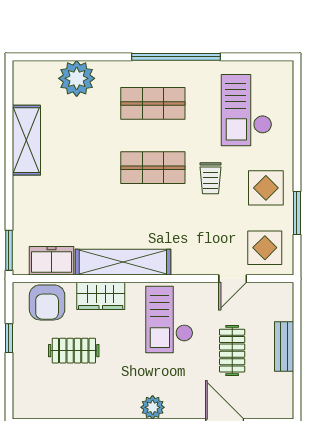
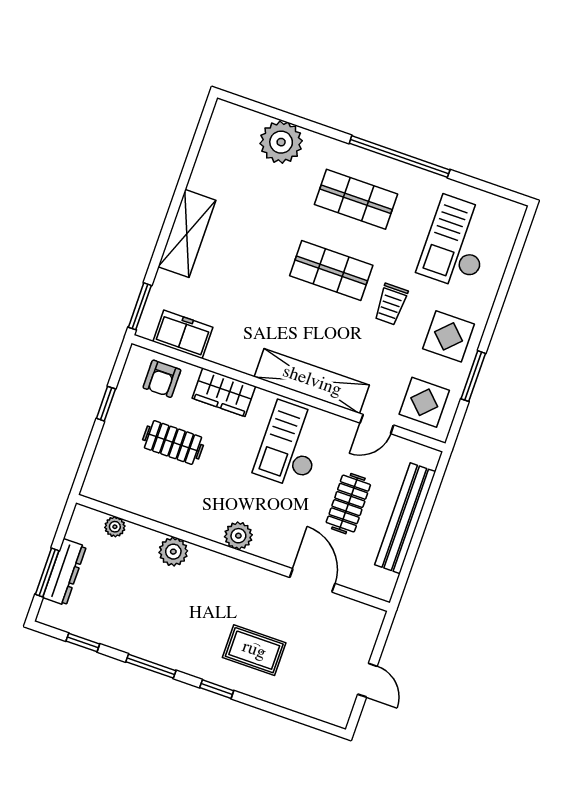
shelving: (26, 140) -> (187, 233), moved
shelving: (123, 262) -> (312, 381), moved
armchair: (47, 302) -> (162, 379), width x0.72, depth x0.72
bench: (284, 346) -> (405, 518), width x1.86, depth x1.21

